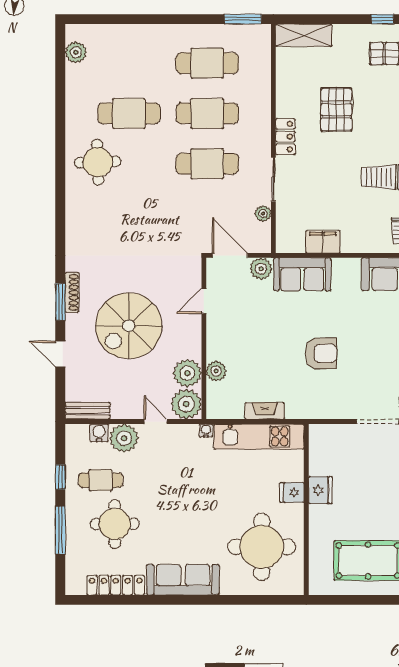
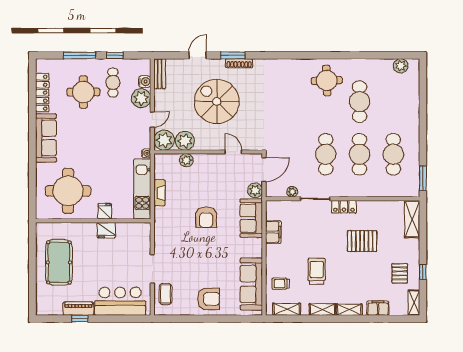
armchair: (321, 353) -> (206, 217), moved

